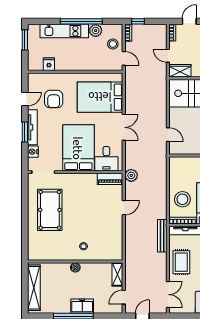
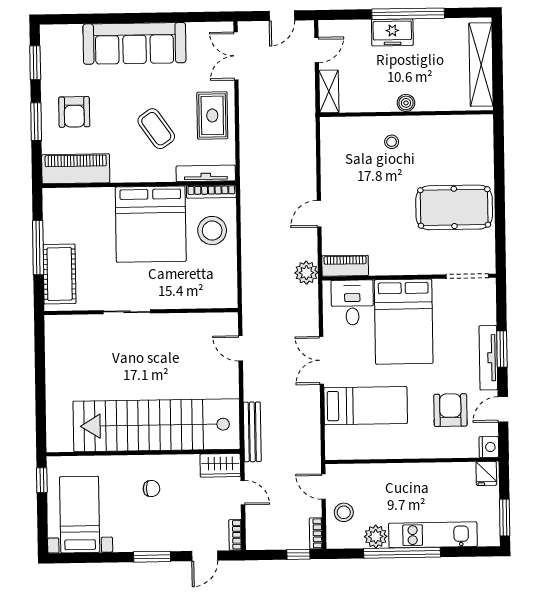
fridge: (49, 64) -> (486, 474), moved
bed: (100, 97) -> (366, 406), width x0.67
nightstand: (33, 152) -> (489, 447), moved
pool table: (50, 210) -> (454, 207), turned 90
bench: (162, 236) -> (252, 432), moved

